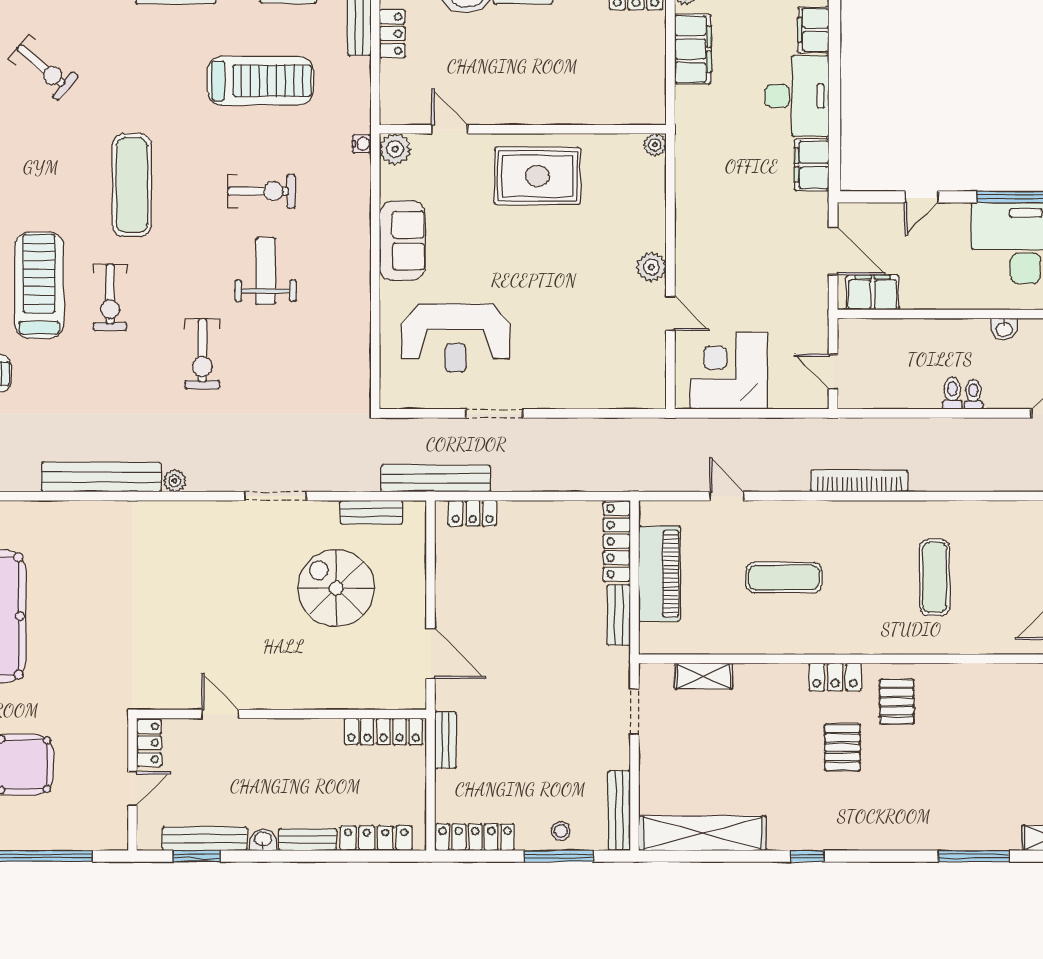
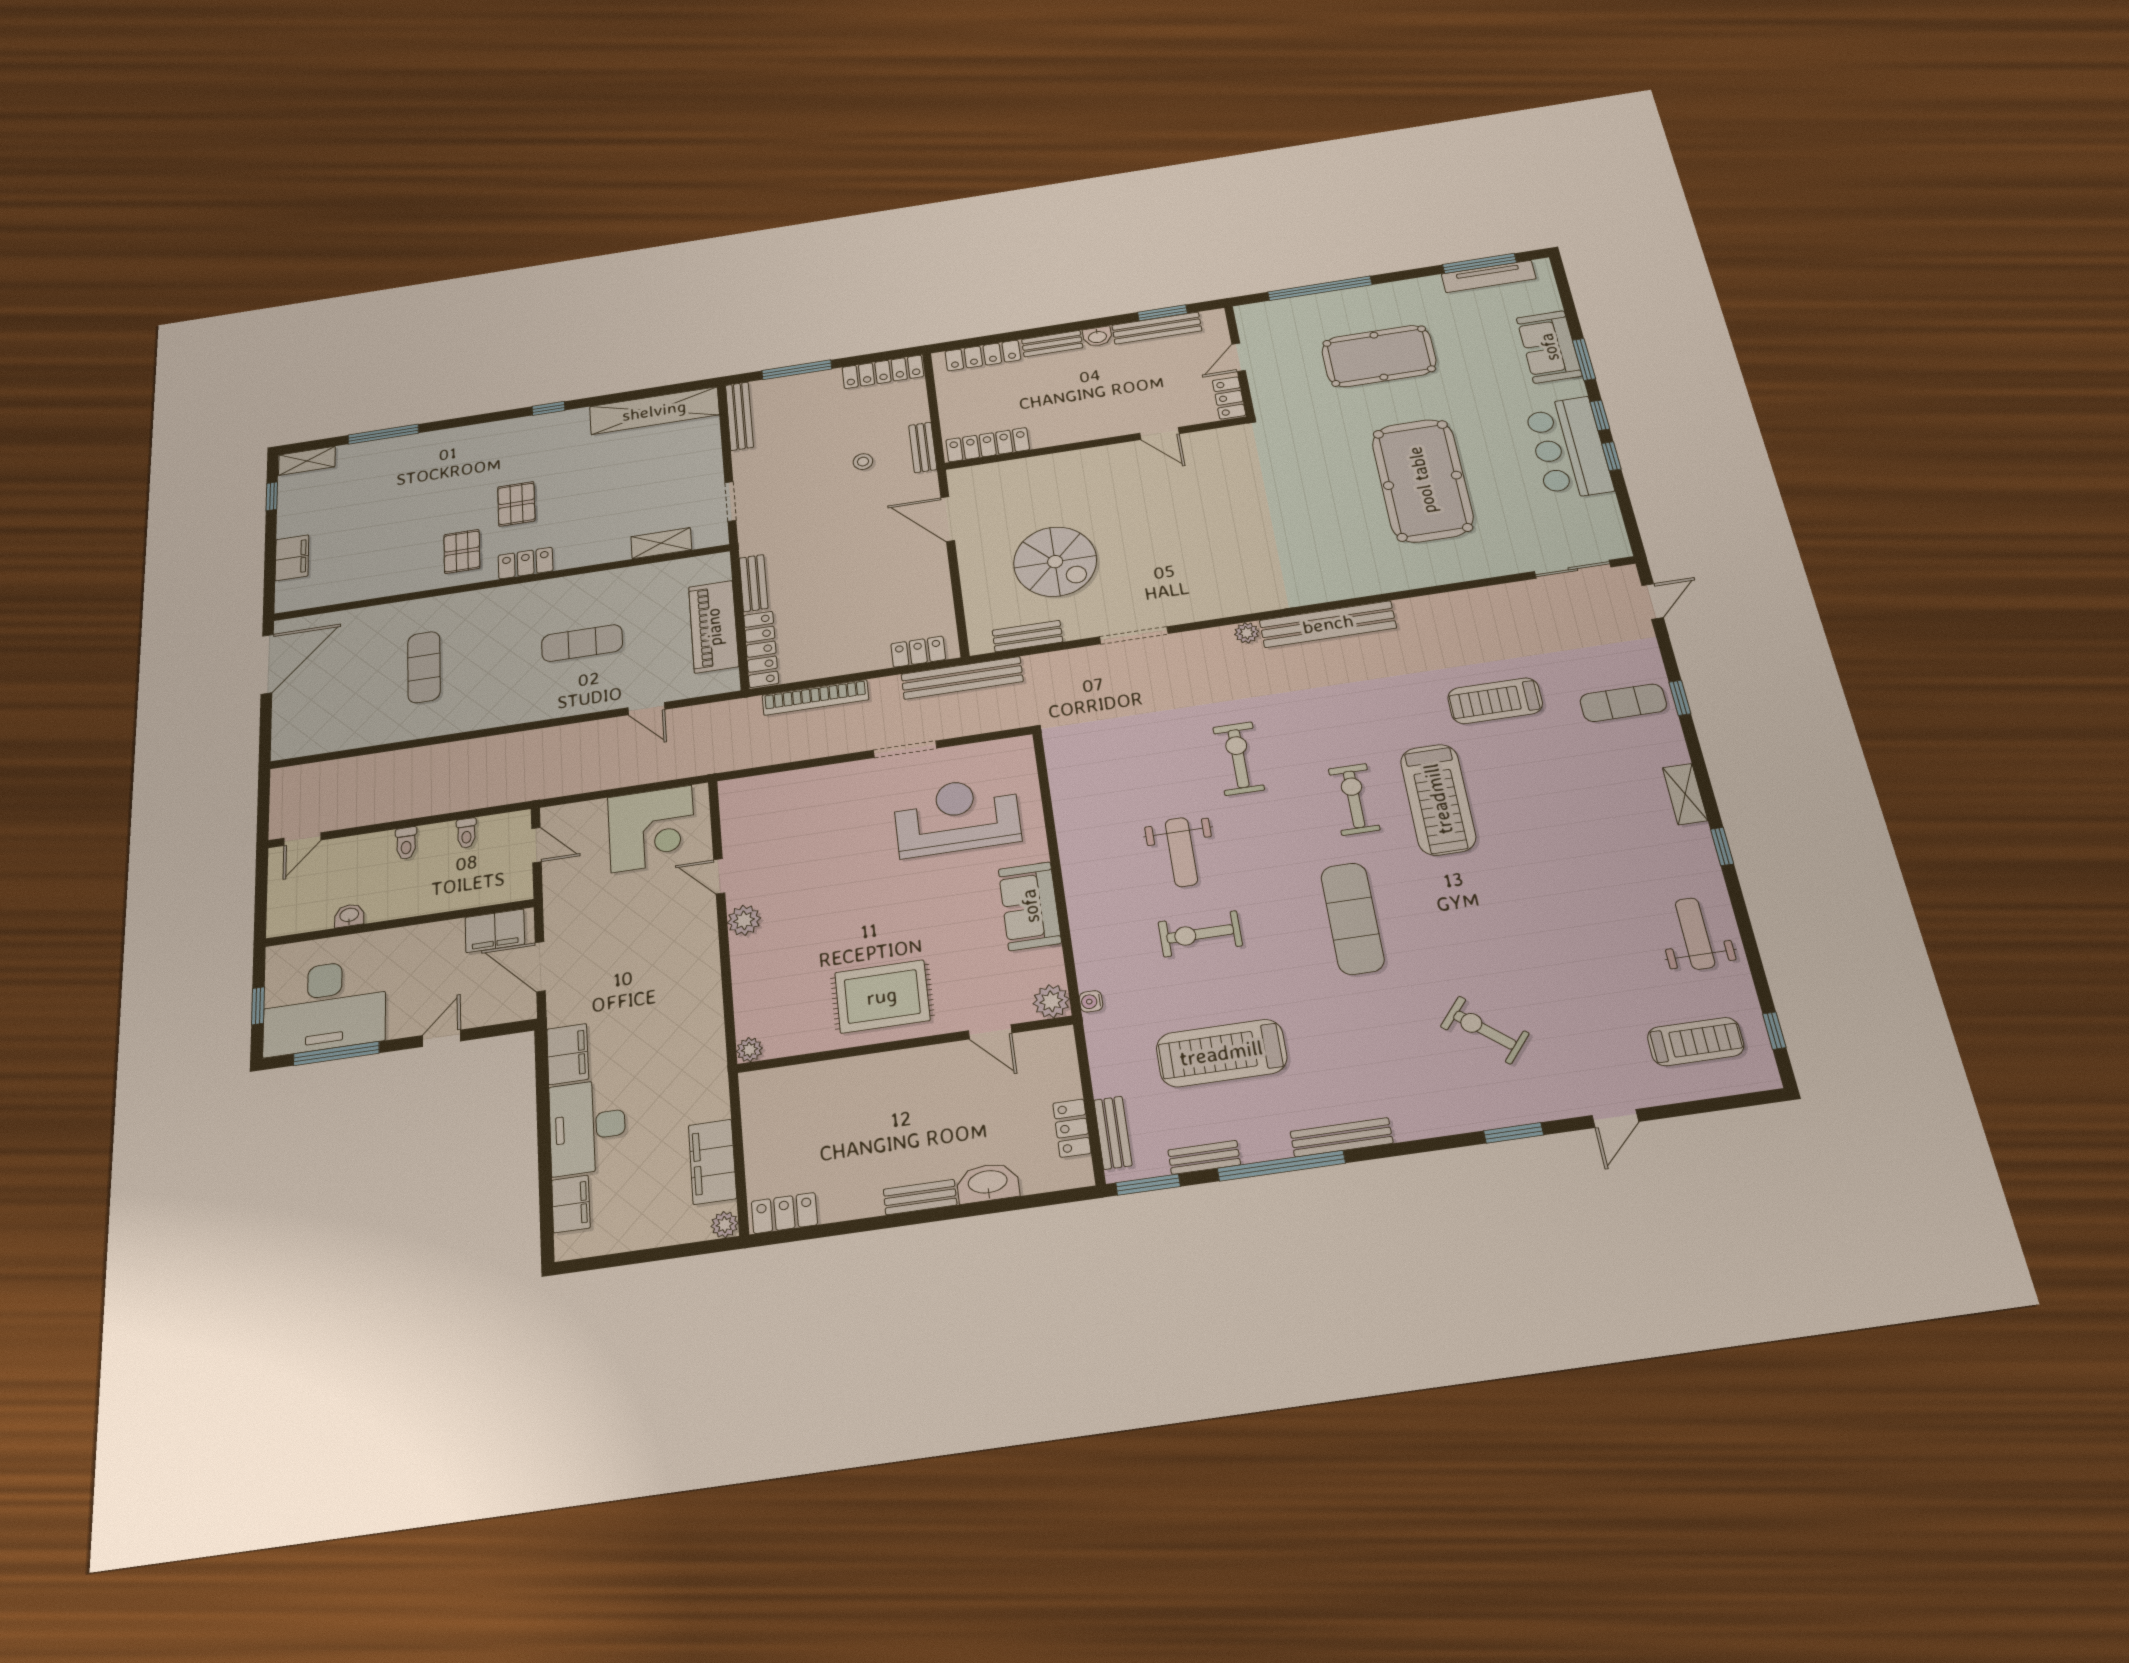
toilet: (973, 394) -> (466, 833), moved
bookcase: (859, 481) -> (815, 697), moved
stool: (561, 831) -> (863, 462), moved

